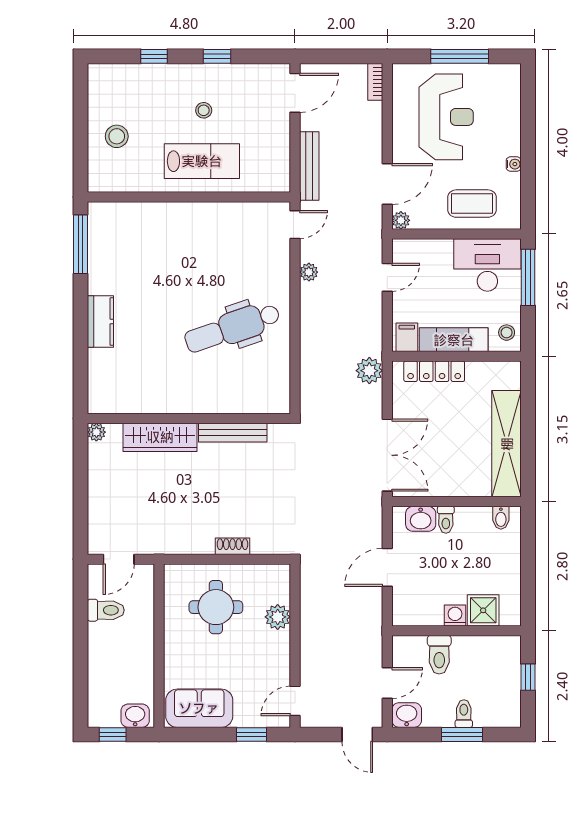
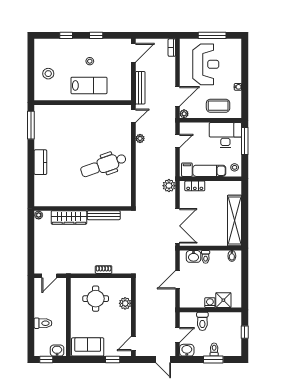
locker: (434, 371) -> (195, 186), width x0.66
toilet: (106, 610) -> (43, 323), moved

